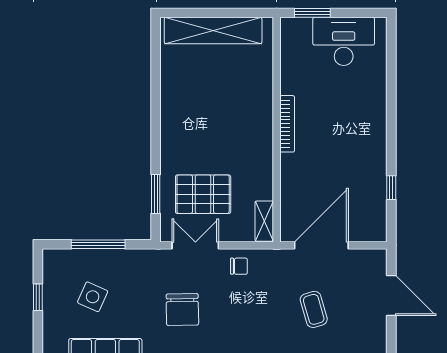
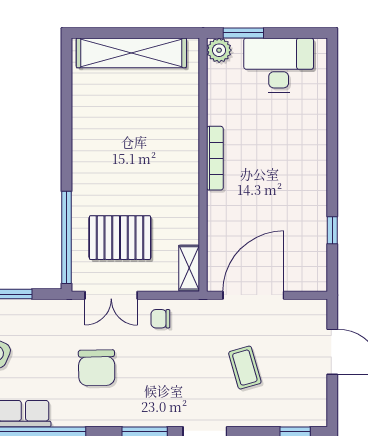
plant: (291, 28) -> (219, 50), added
window: (156, 194) -> (66, 237), width x2.11
double door: (195, 245) -> (111, 295), swing flipped
chair: (239, 266) -> (160, 319), turned 180

